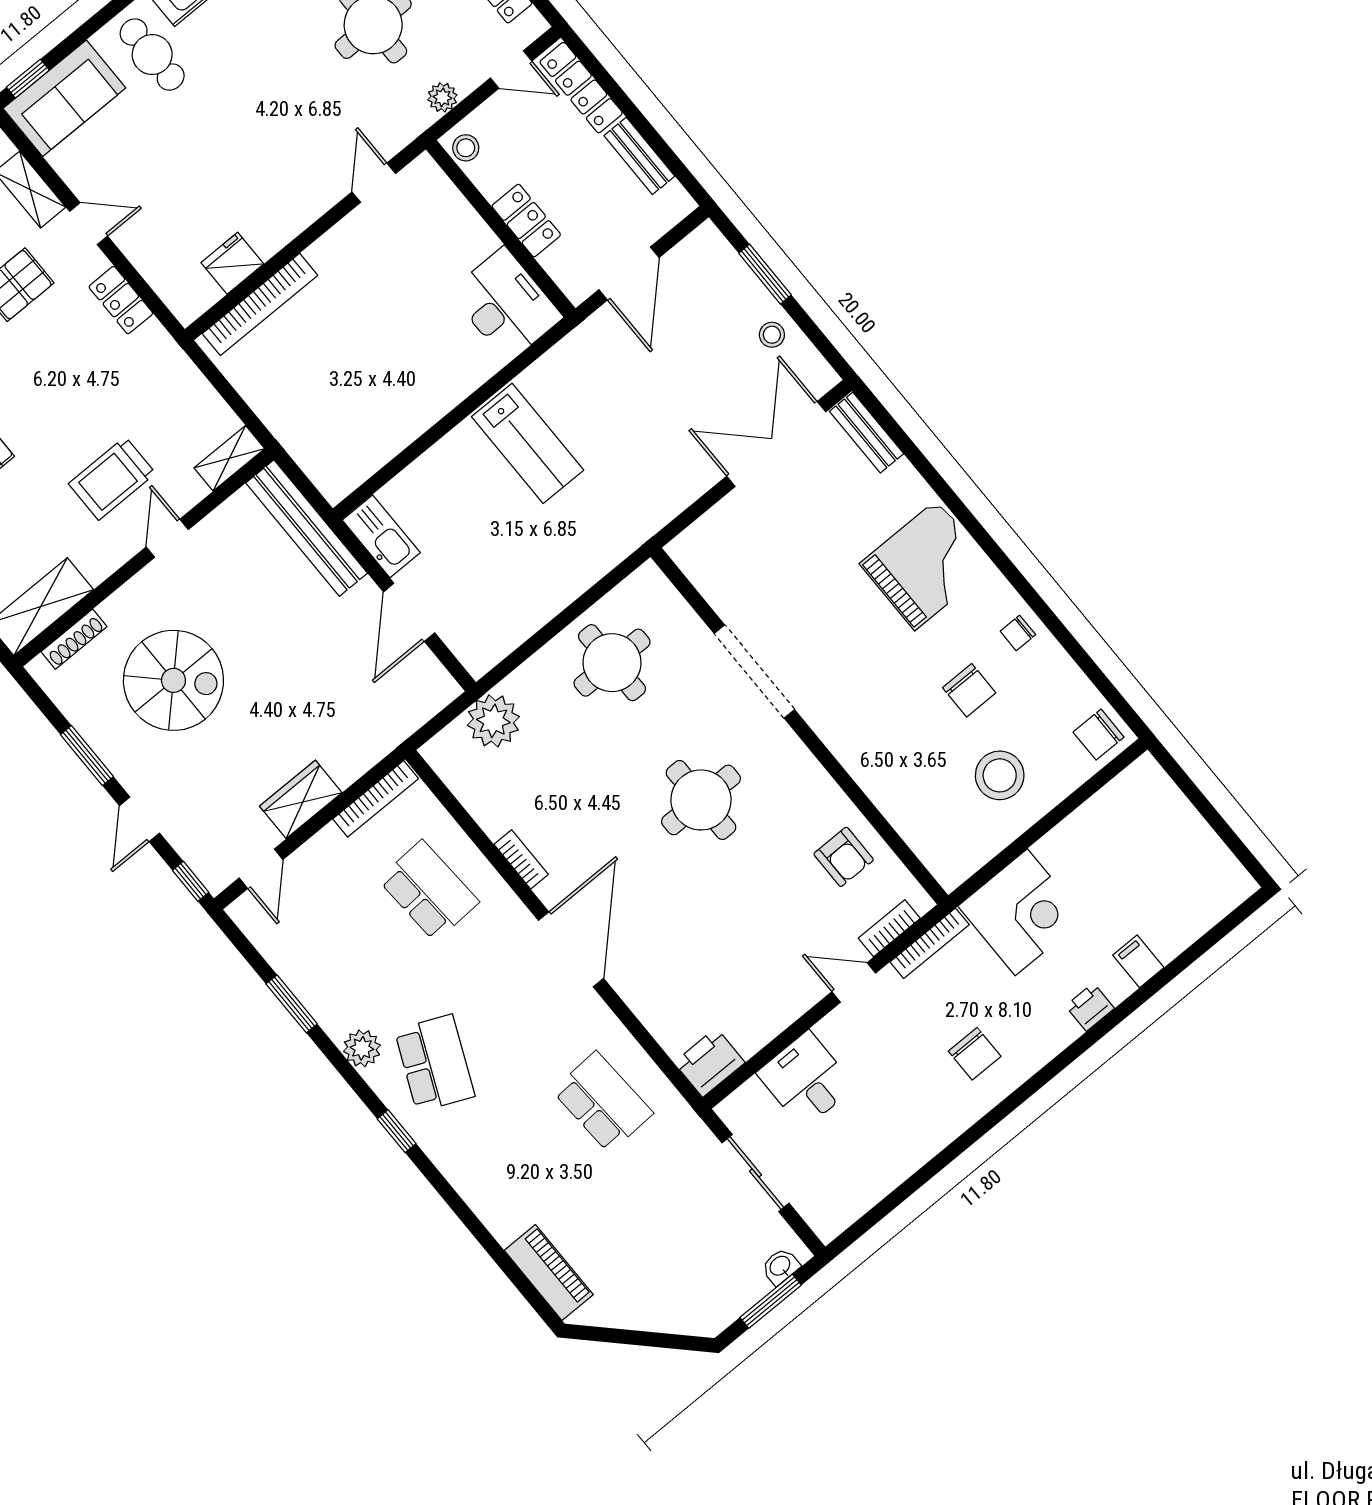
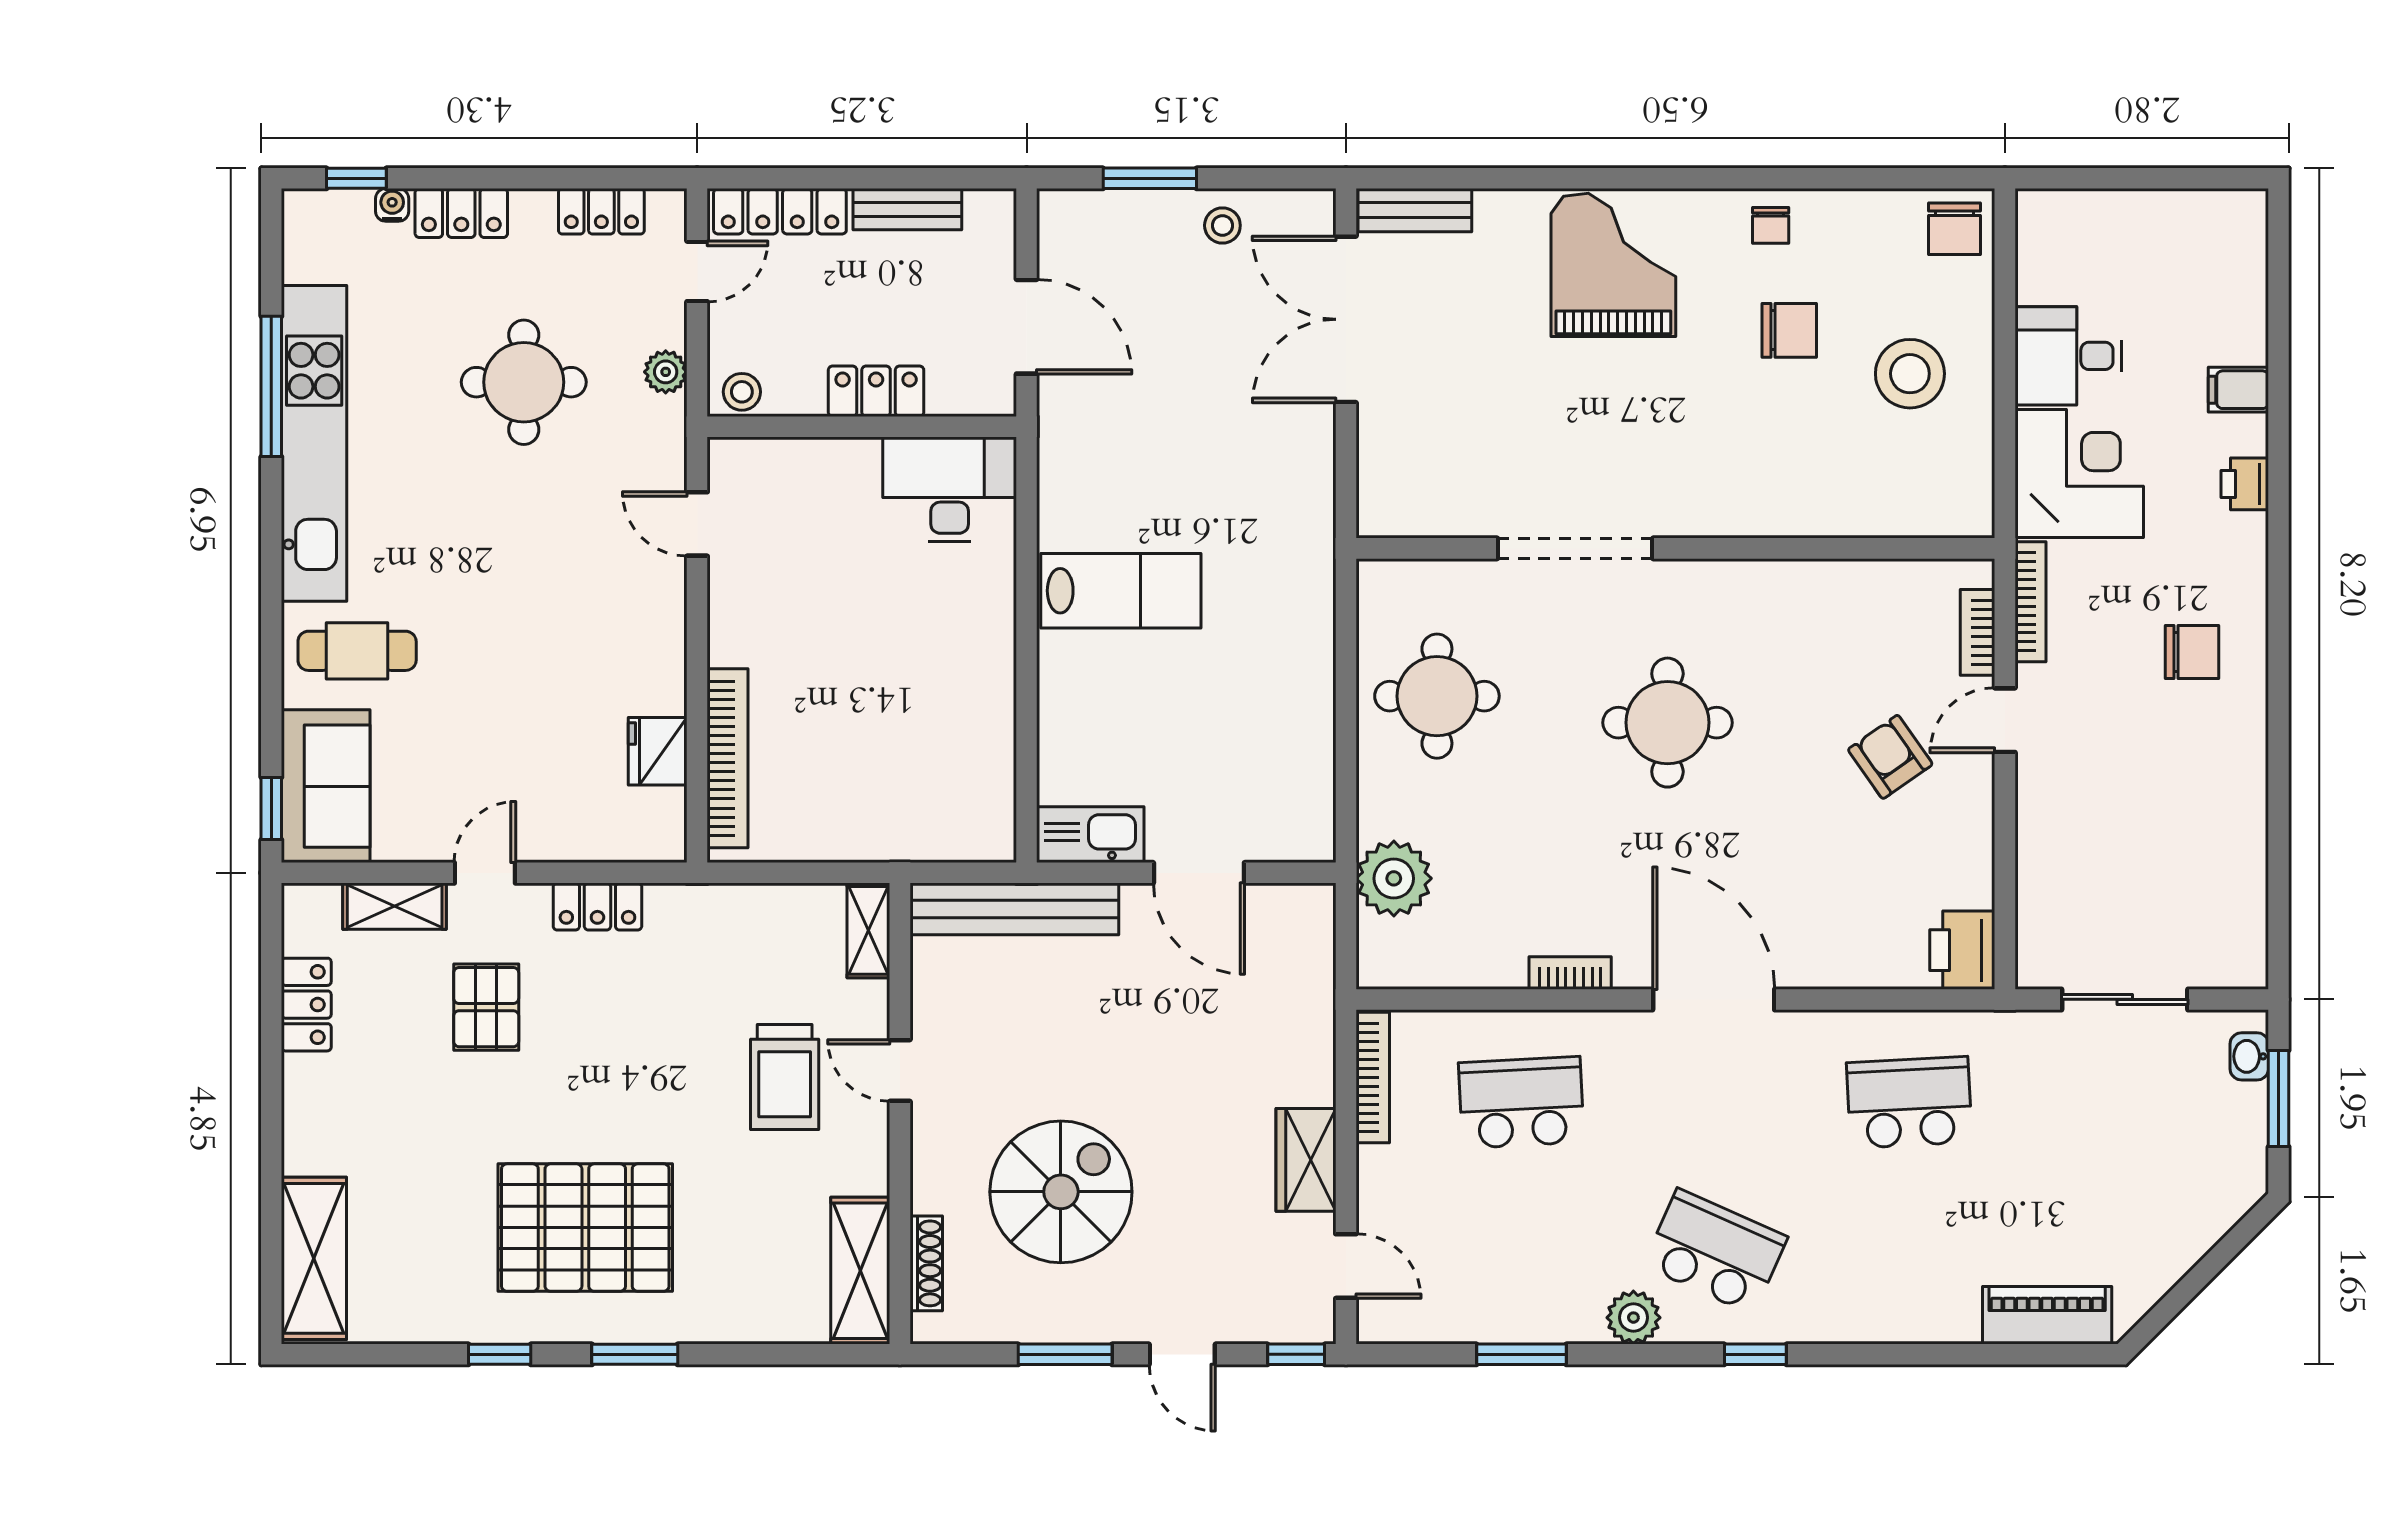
armchair: (844, 857) -> (1890, 757), moved, turned -125
desk: (806, 1080) -> (2068, 356), moved

